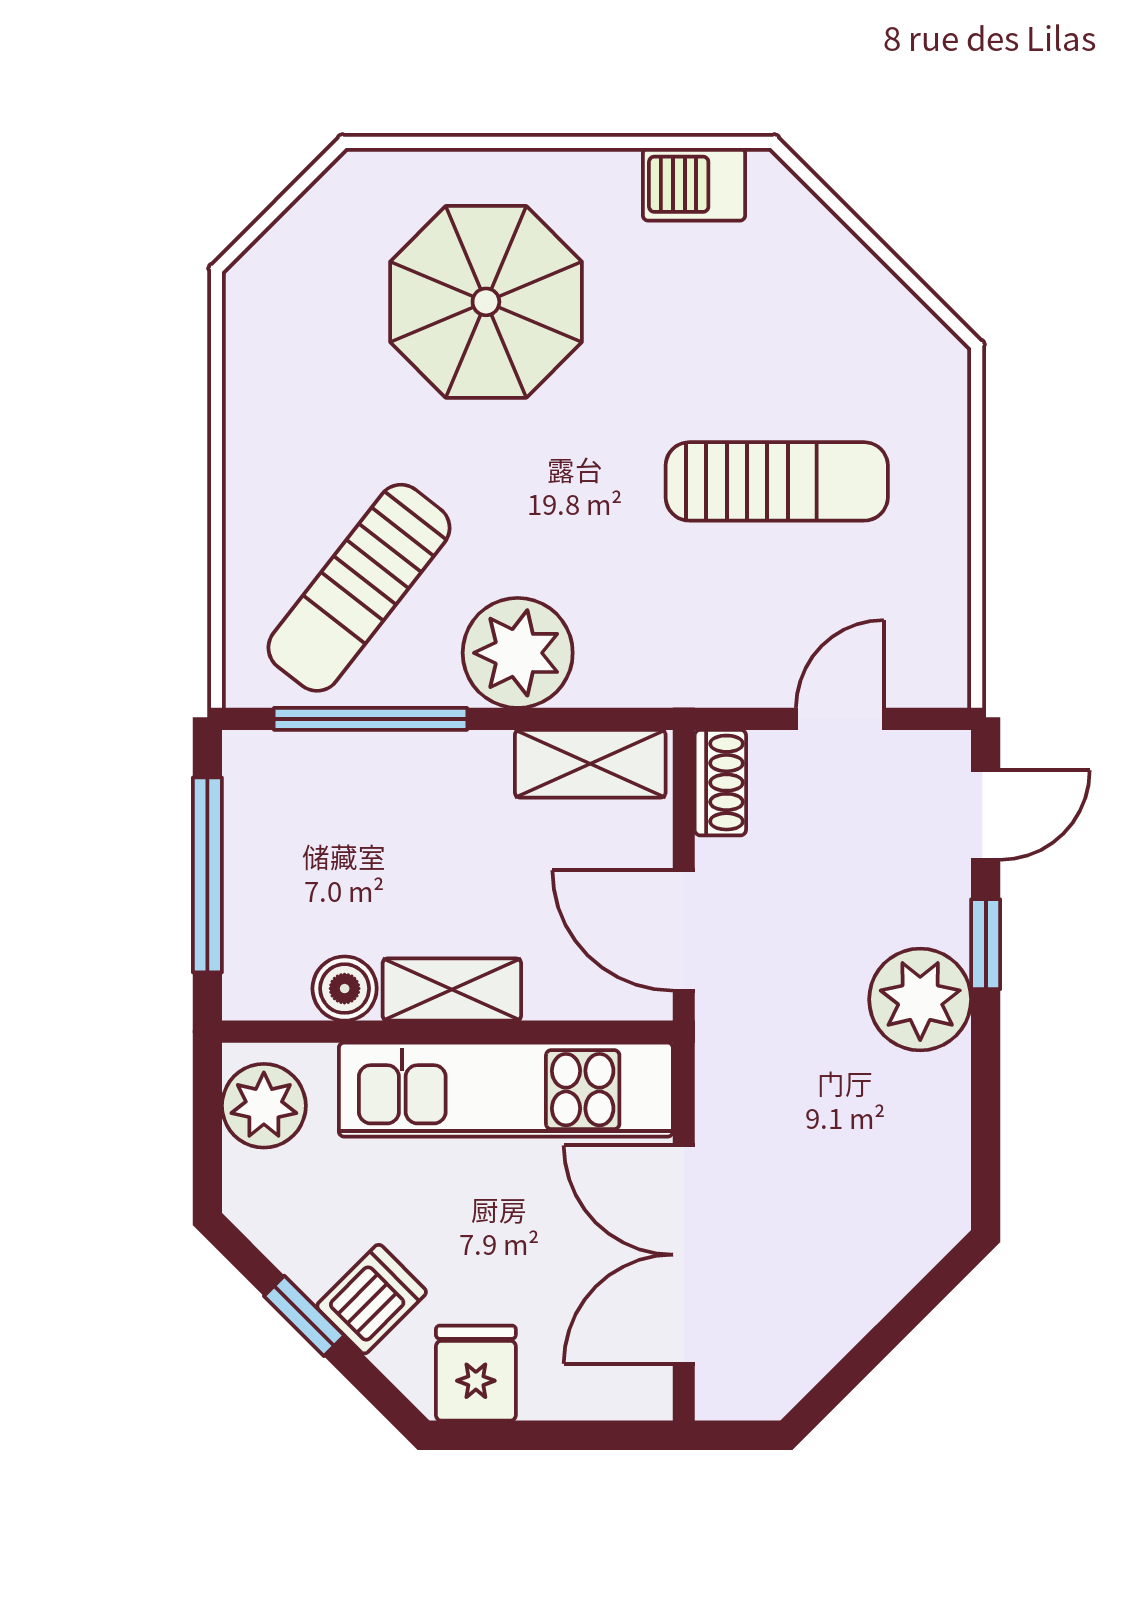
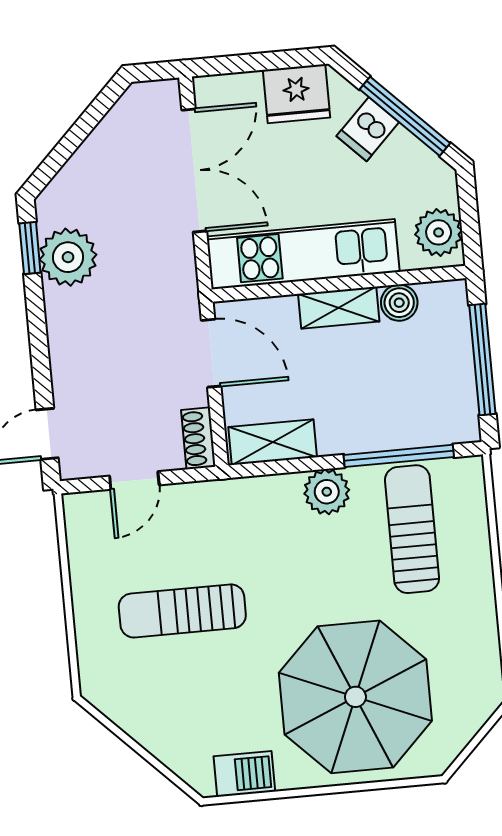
parasol: (486, 302) -> (355, 697), width x1.36, depth x1.36
sun lounger: (359, 588) -> (412, 529), turned -38
plant: (518, 653) -> (327, 492), width x0.73, depth x0.73
window: (986, 944) -> (30, 248), moved
plant: (920, 999) -> (68, 257), moved
window: (304, 1316) -> (405, 116), width x2.17
fridge: (476, 1373) -> (297, 94), width x1.38

